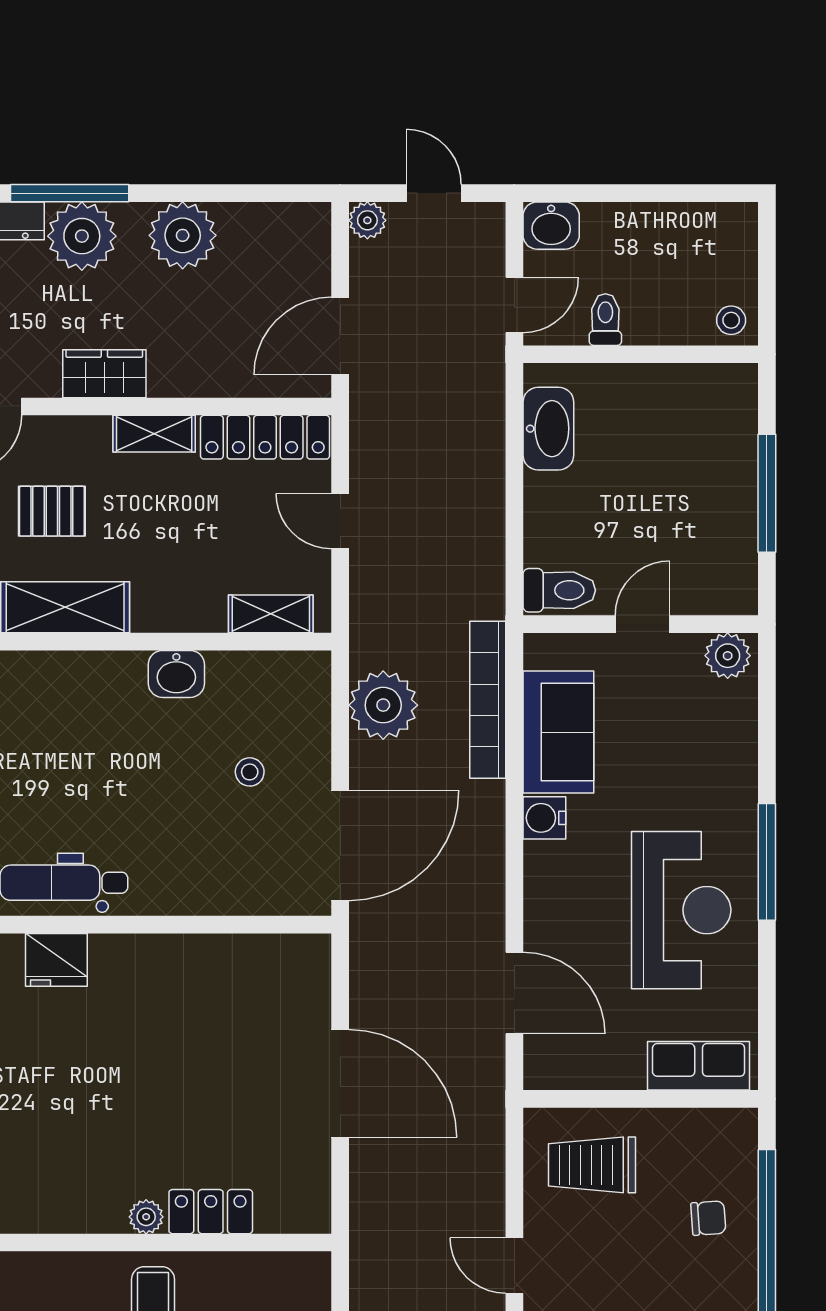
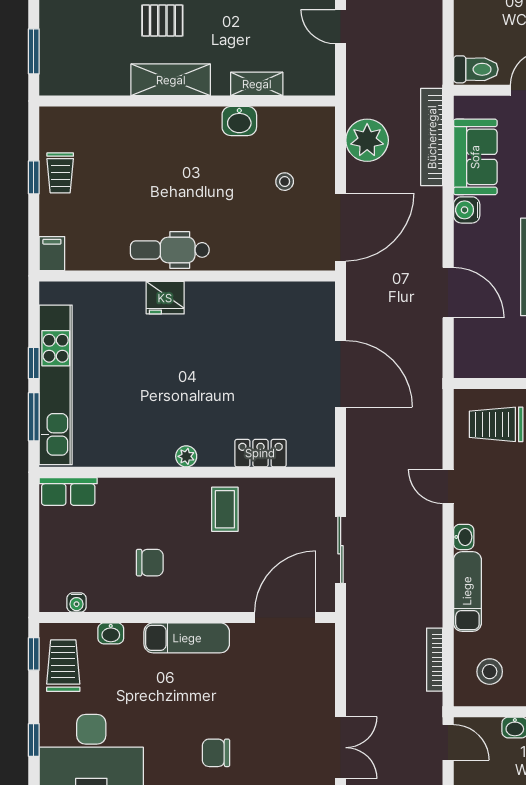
shelving: (271, 614) -> (257, 84), moved
door: (514, 993) -> (448, 293), moved
plant: (146, 1217) -> (186, 456), moved

